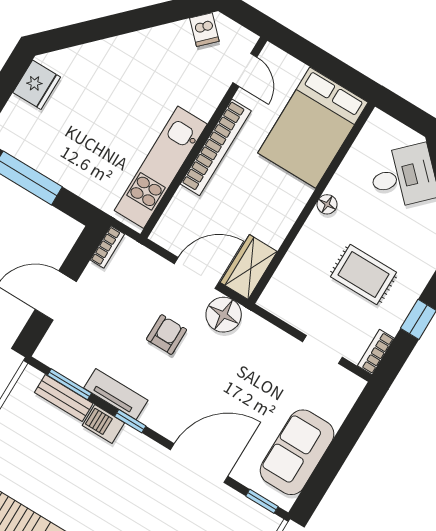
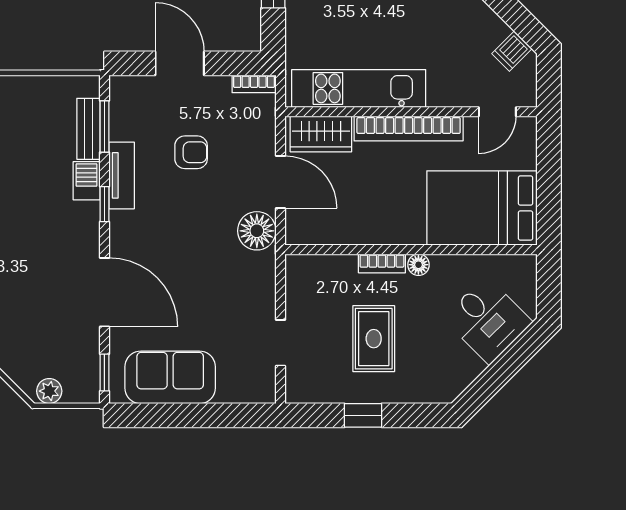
wardrobe: (249, 267) -> (321, 134), moved, turned 180
armchair: (167, 335) -> (191, 152), moved
bookcase: (376, 352) -> (382, 263), moved, turned 180

